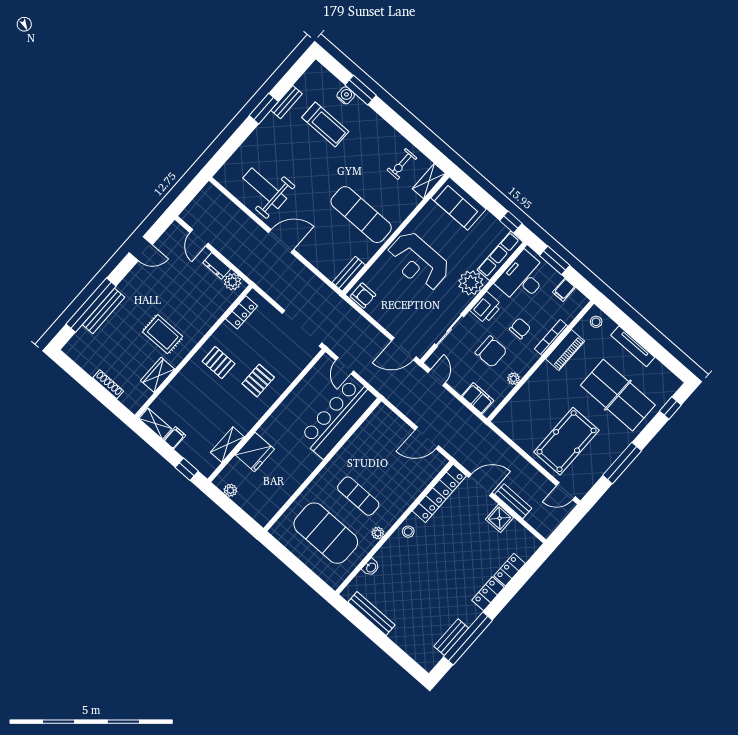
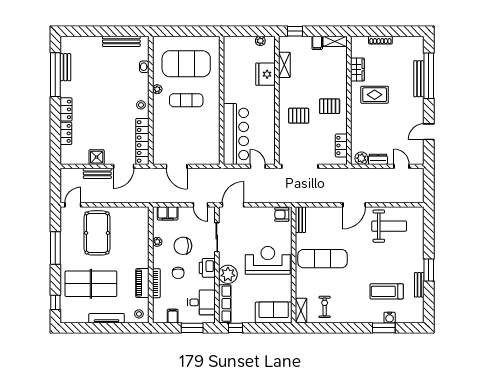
desk: (523, 278) -> (201, 302), width x0.73
pallet: (258, 381) -> (299, 116), turned 90
door: (427, 438) -> (177, 166), swing flipped

